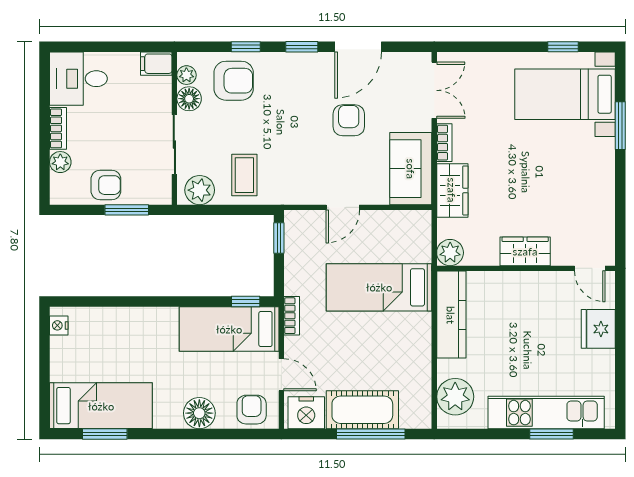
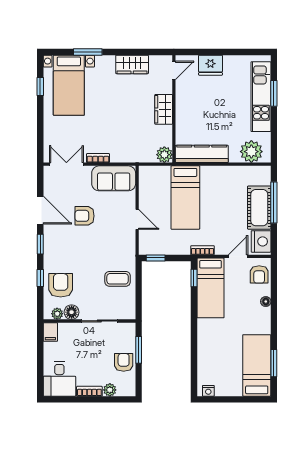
plant: (200, 190) -> (127, 306), removed
wardrobe: (452, 190) -> (132, 64), moved, turned 180
armchair: (252, 410) -> (259, 274), turned -90
floor lamp: (199, 413) -> (266, 302), width x0.53, depth x0.53

